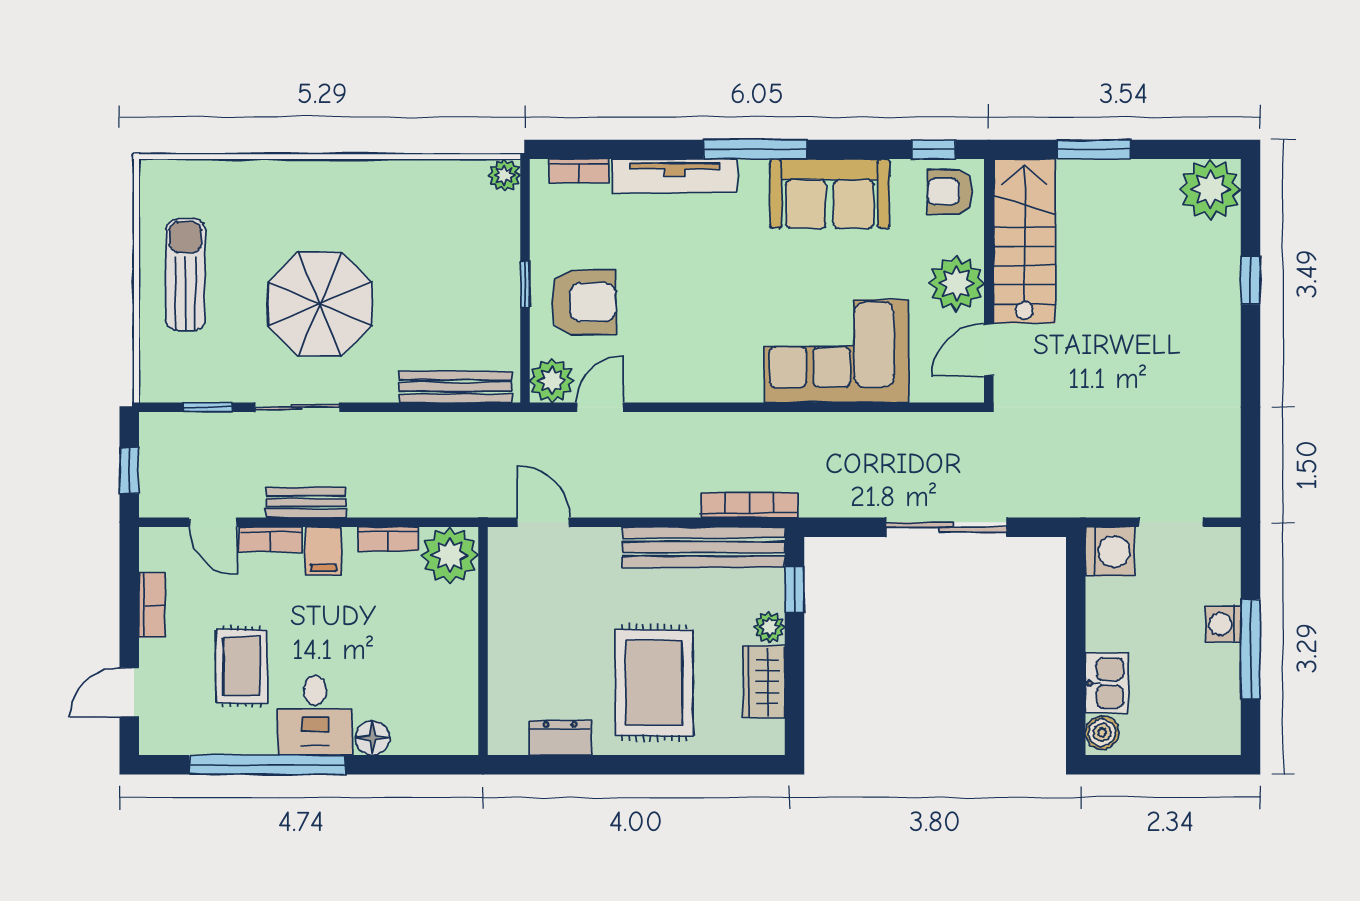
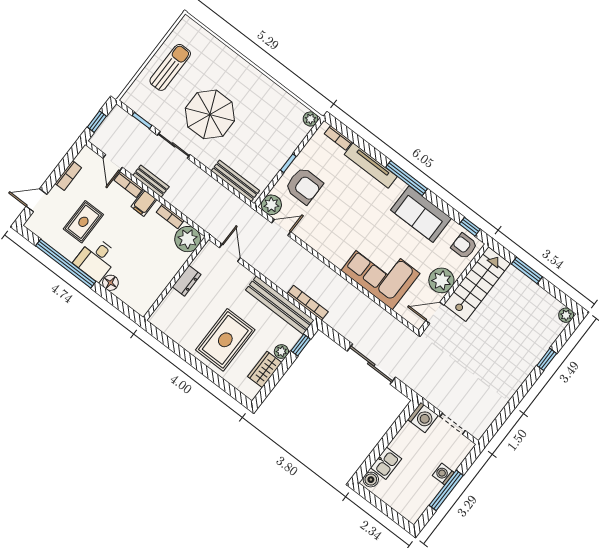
plant: (1210, 189) -> (566, 315), width x0.53, depth x0.53
dresser: (560, 738) -> (187, 281), moved, turned 90

